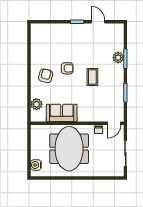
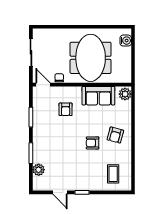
plant: (118, 58) -> (39, 170), moved
coffee table: (92, 77) -> (113, 174), moved
armchair: (93, 100) -> (66, 109), added
plant: (36, 104) -> (125, 94), moved
door: (114, 123) -> (43, 85), hinge flipped

